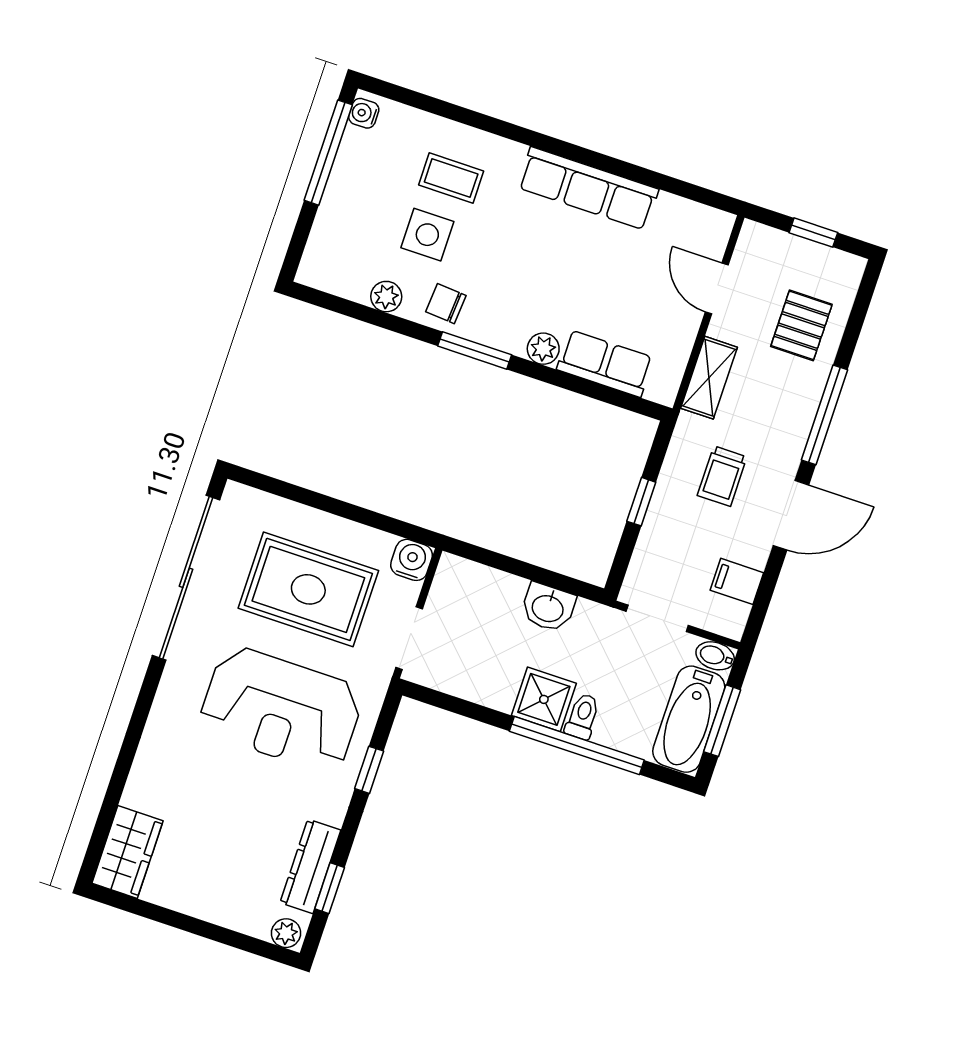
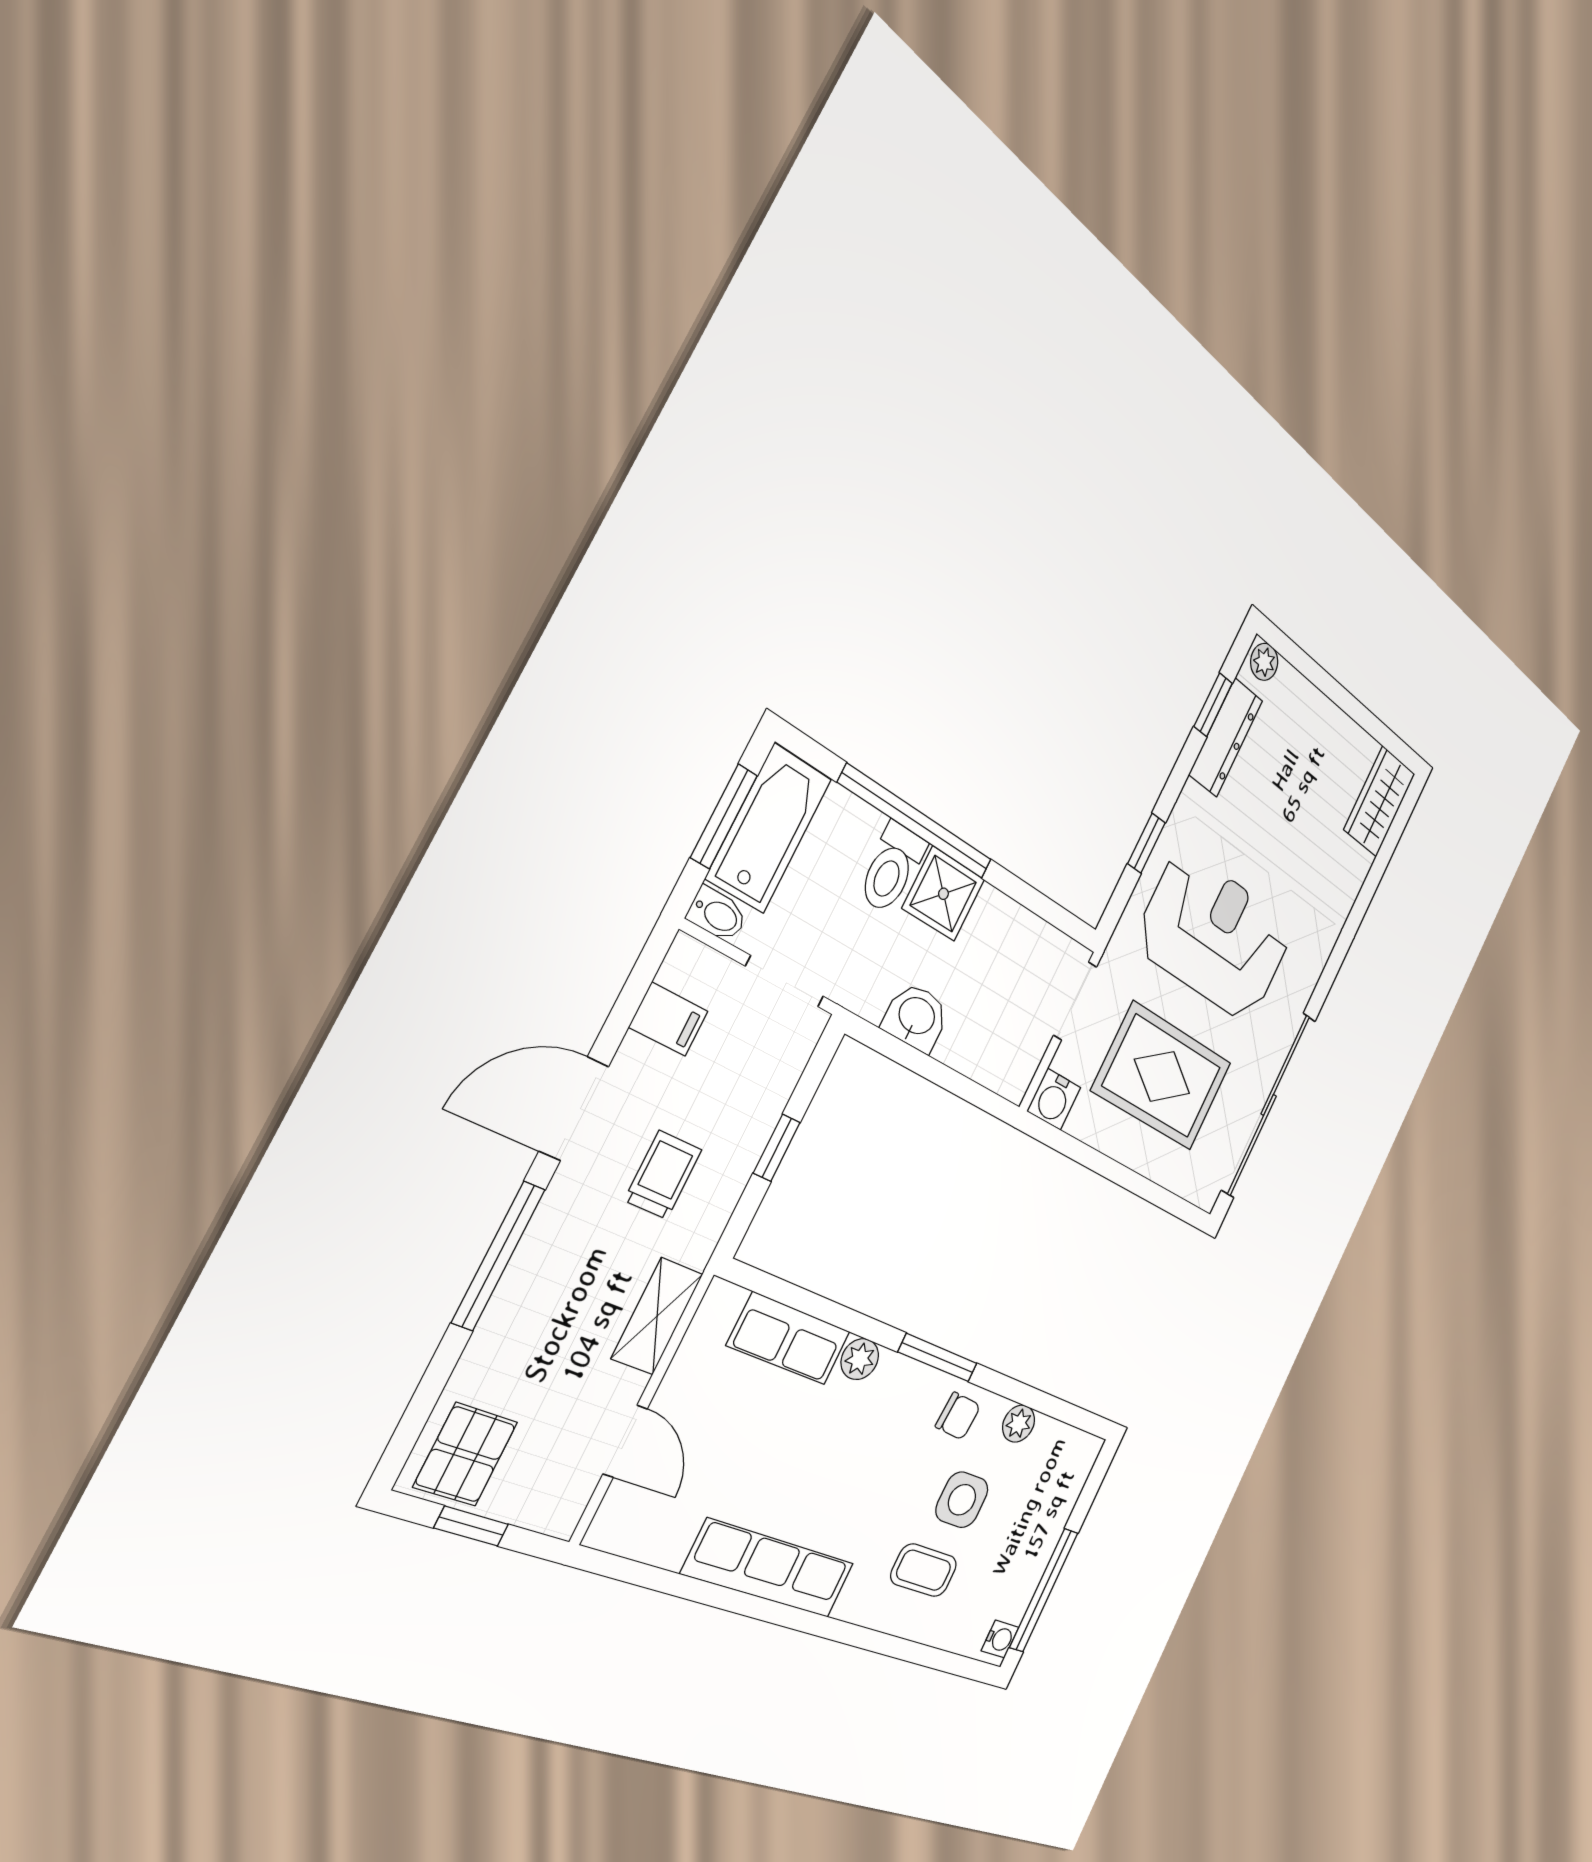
pallet: (801, 325) -> (466, 1454), moved
toilet: (583, 716) -> (892, 868), width x1.37, depth x1.39

